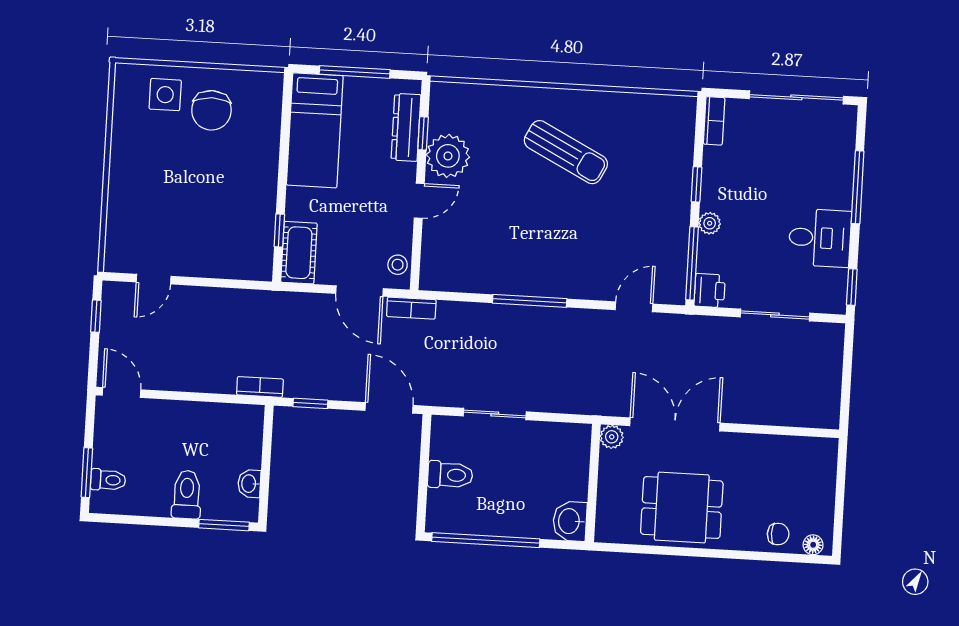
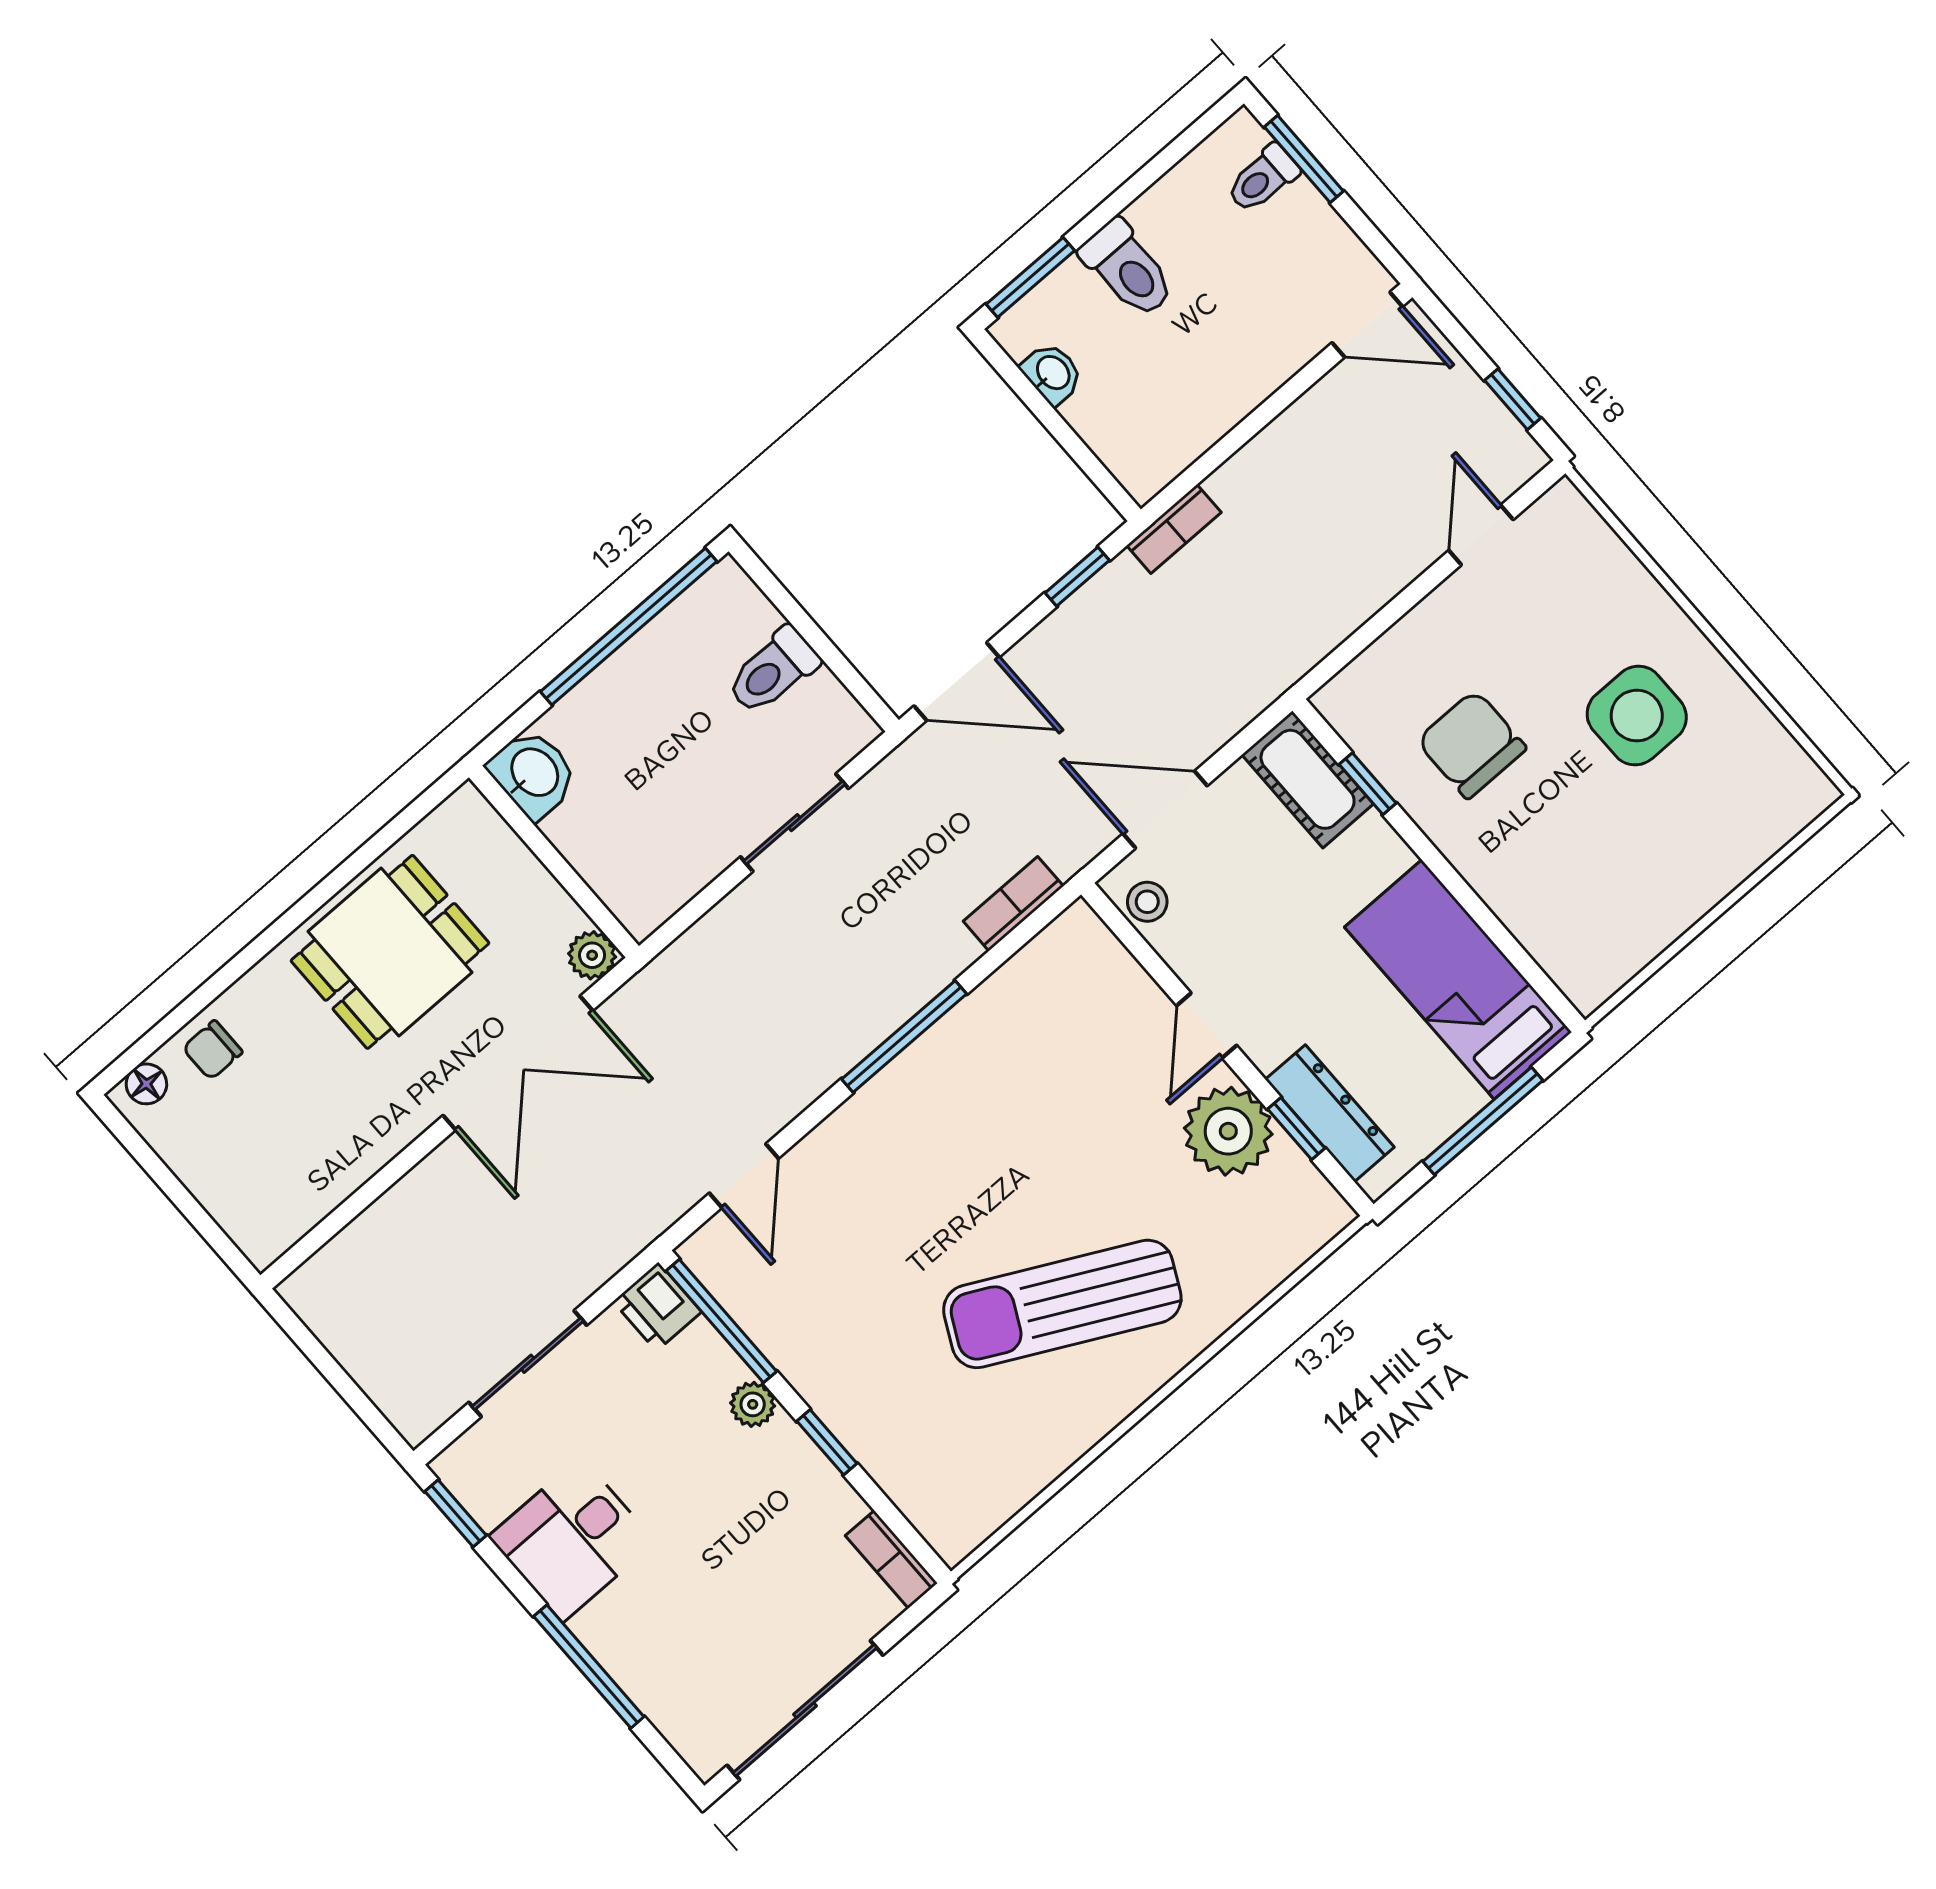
side table: (165, 95) -> (1637, 716), moved, width x1.37, depth x1.37
chair: (211, 110) -> (1471, 744), moved
sun lounger: (566, 152) -> (1062, 1304), width x1.36, depth x1.34
bookcase: (411, 308) -> (1013, 904), moved

